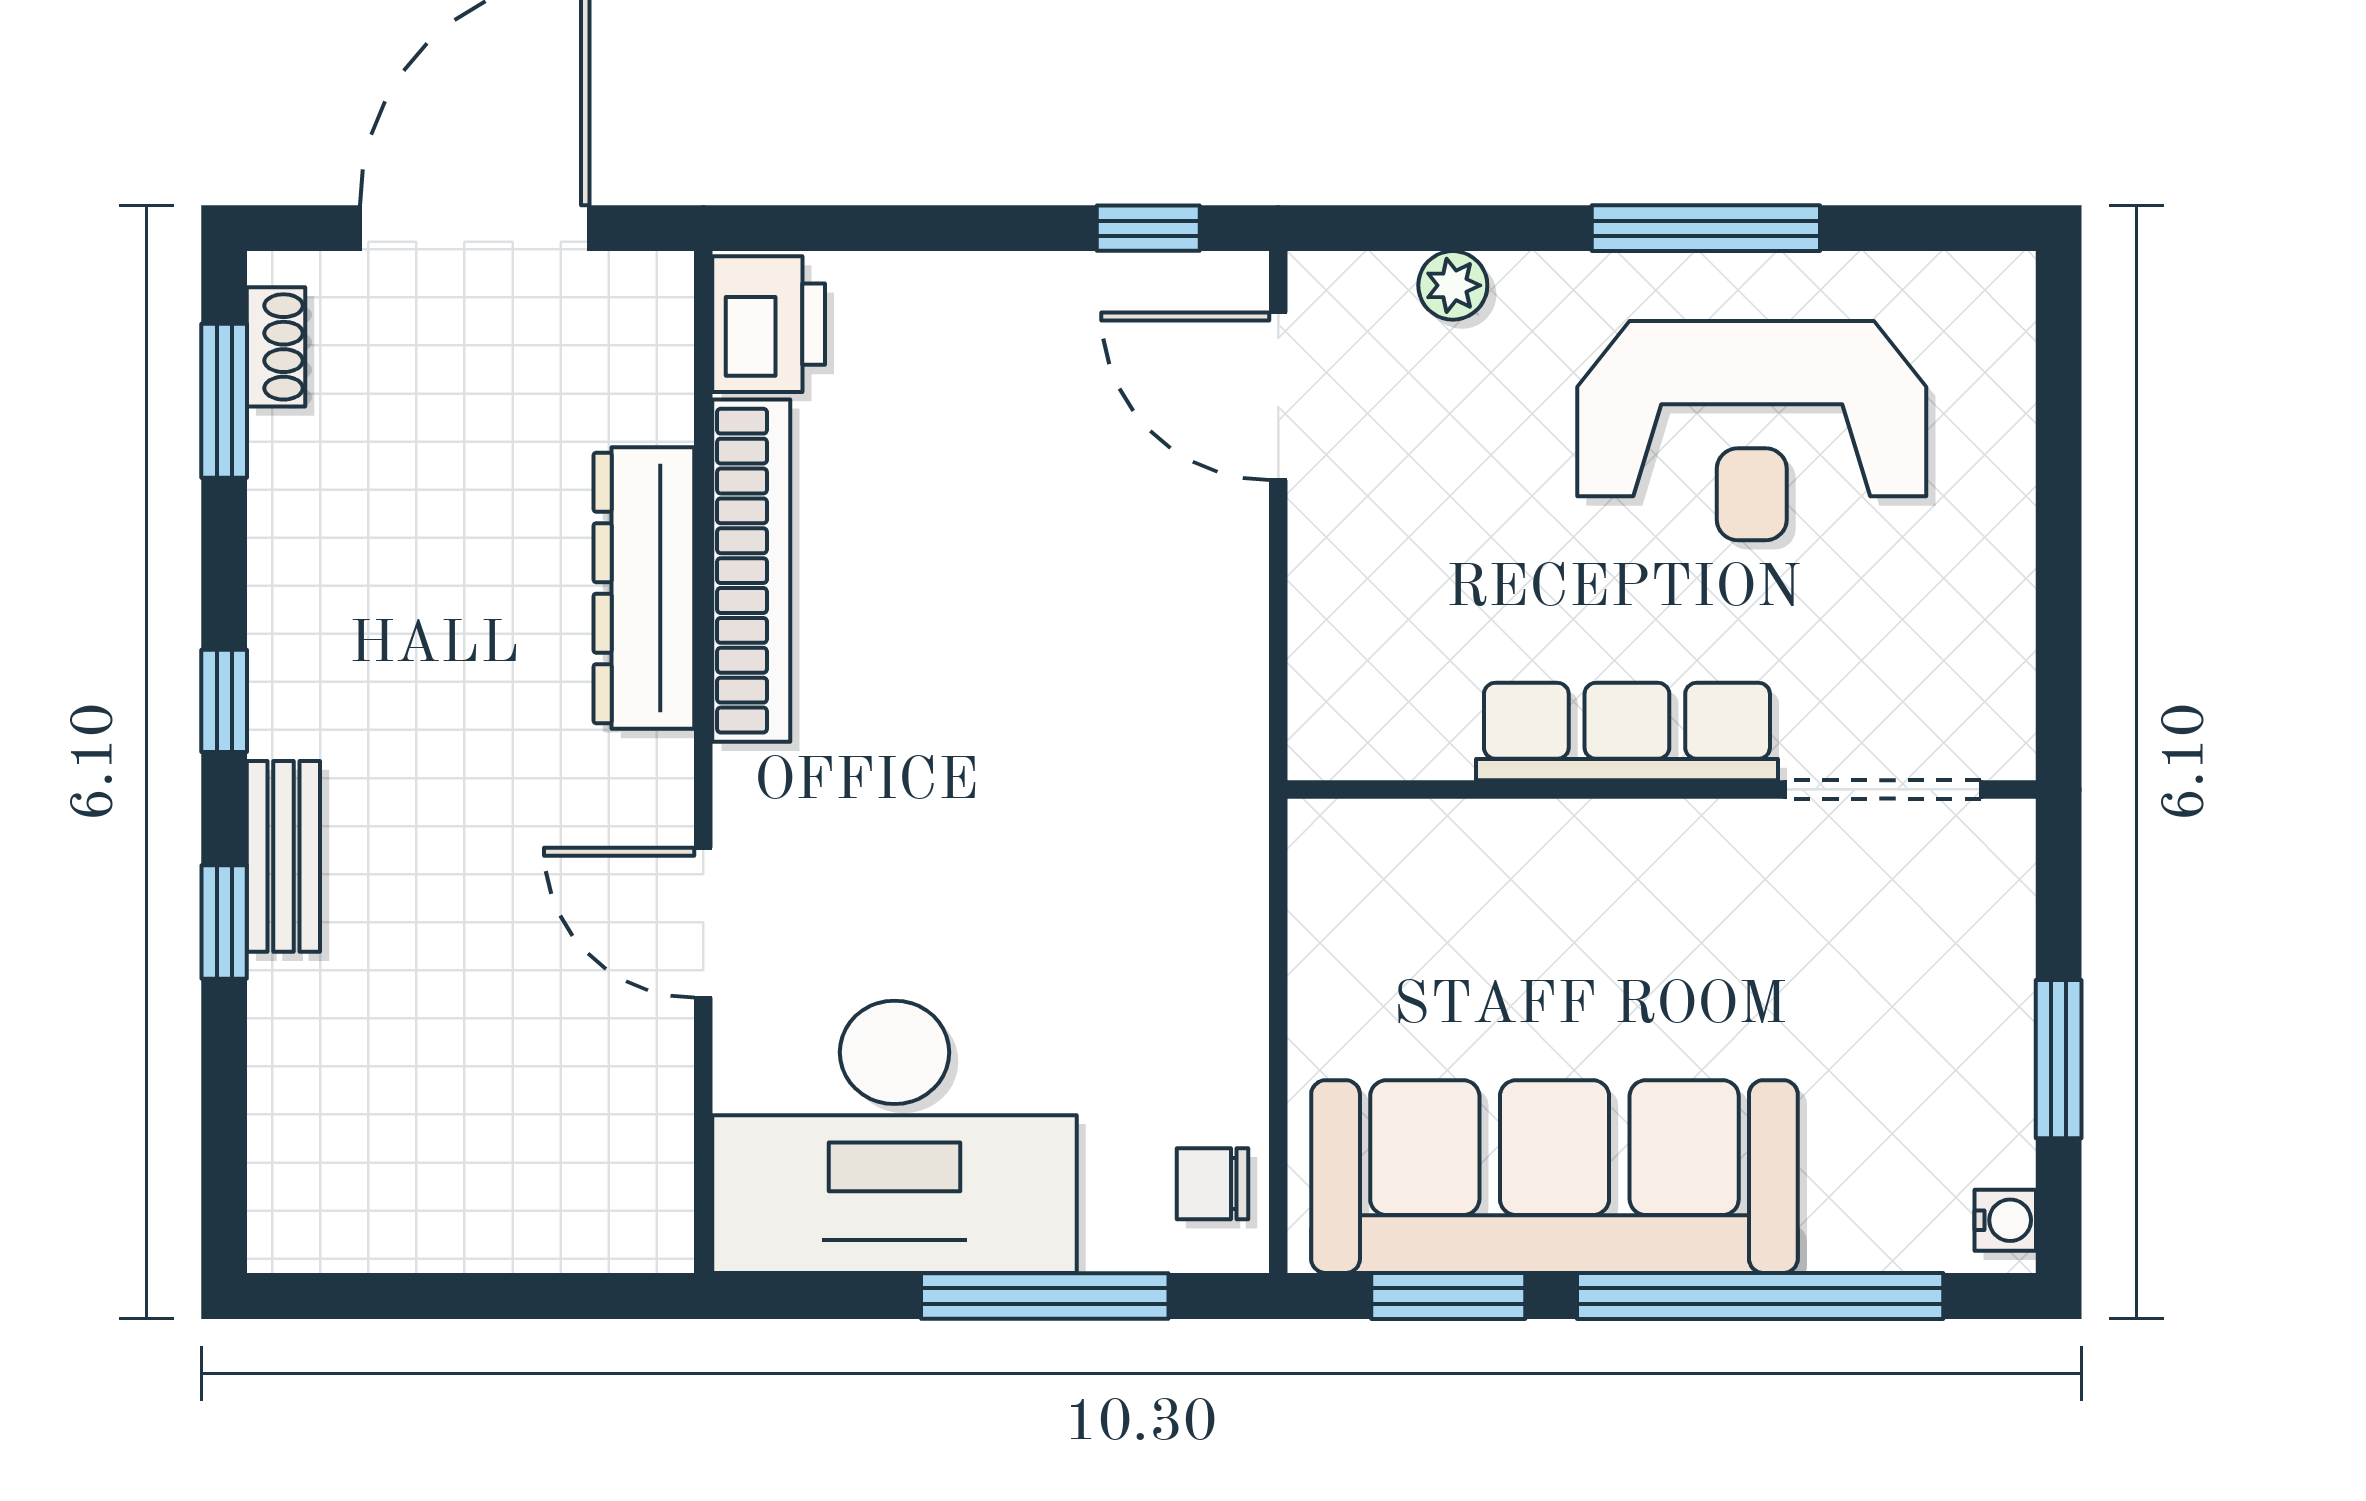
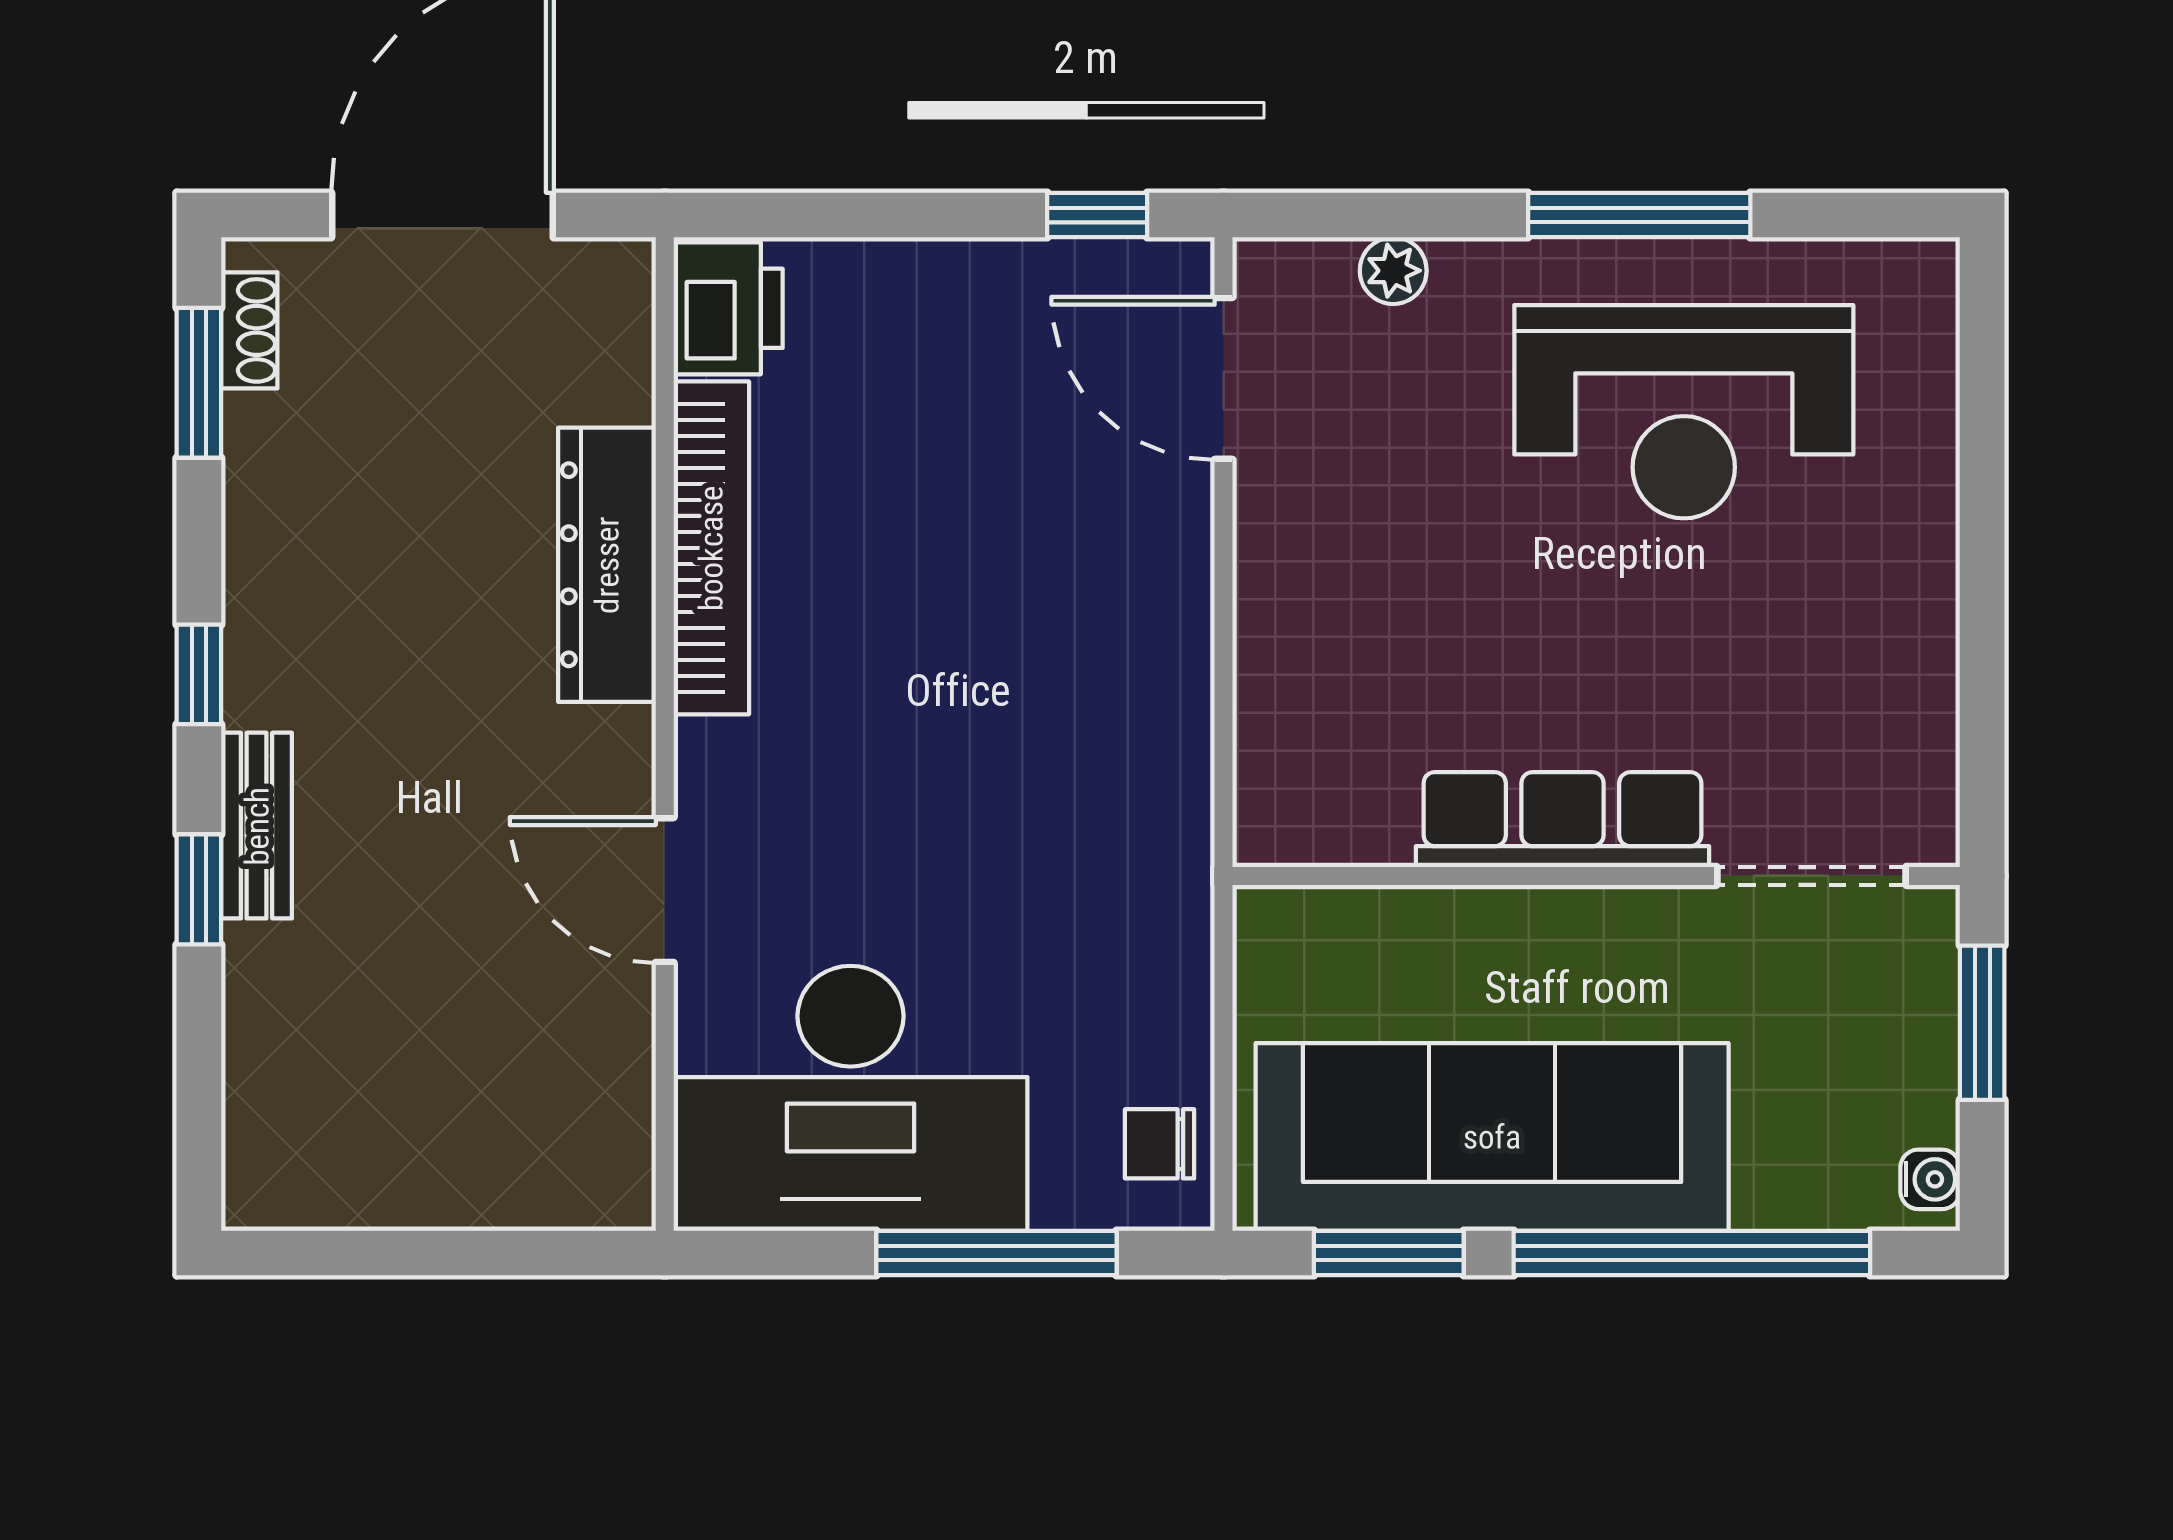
row of seats: (1627, 732) -> (1562, 820), moved
wall: (1662, 789) -> (1596, 876), moved
doorway: (1883, 789) -> (1811, 876), moved

